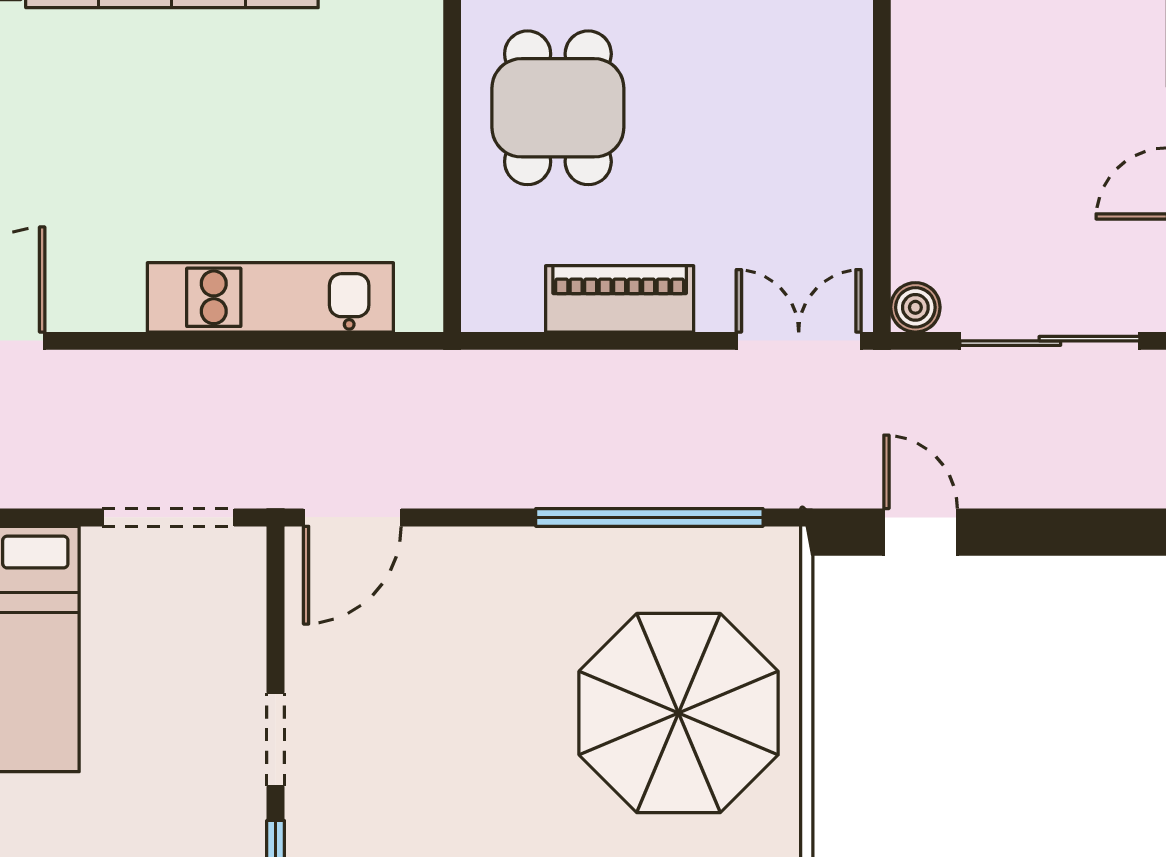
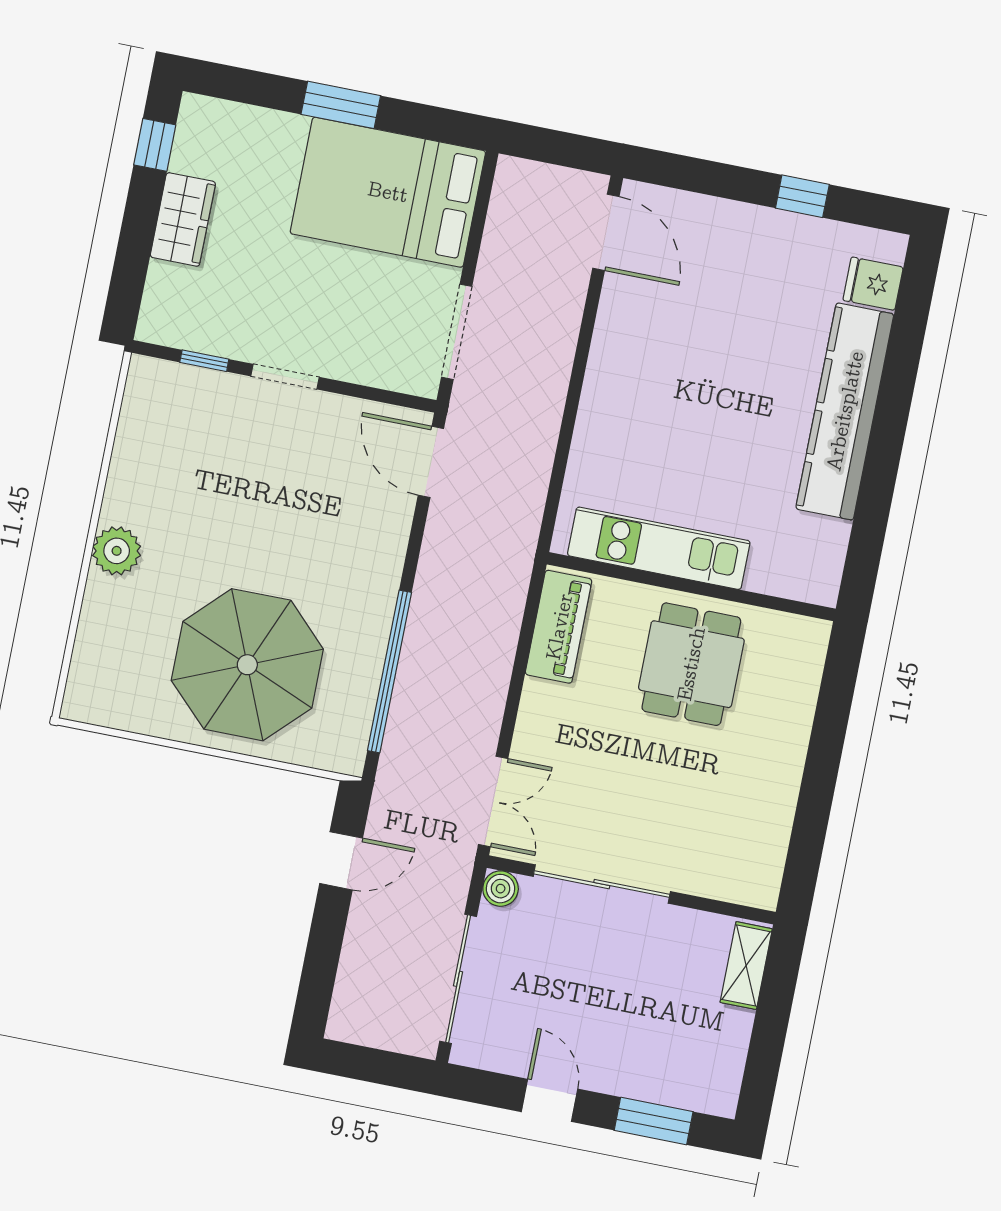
dining table: (558, 108) -> (691, 664), turned 90
sliding door: (882, 171) -> (602, 884), added
kitchen unit: (270, 297) -> (659, 548), moved, turned -90
piano: (620, 299) -> (559, 627), moved

